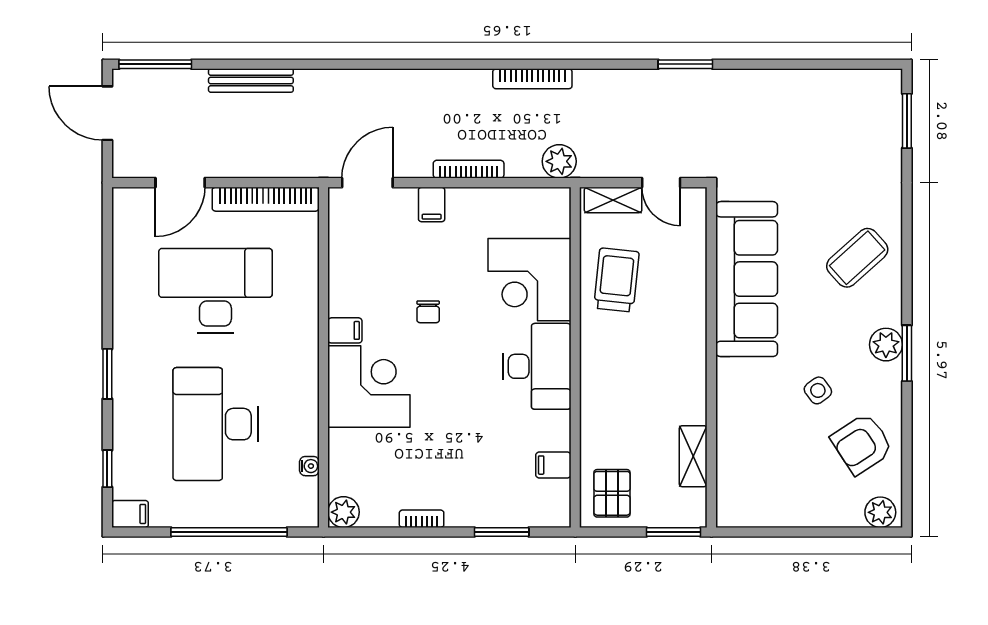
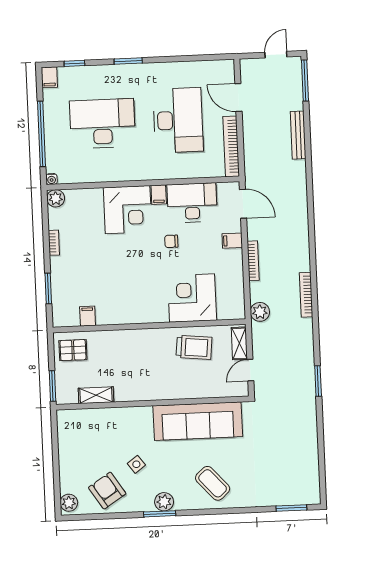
door: (107, 113) -> (276, 55), width x0.73
desk: (537, 366) -> (192, 203), moved, turned 180
water cooler: (309, 466) -> (52, 179), moved

